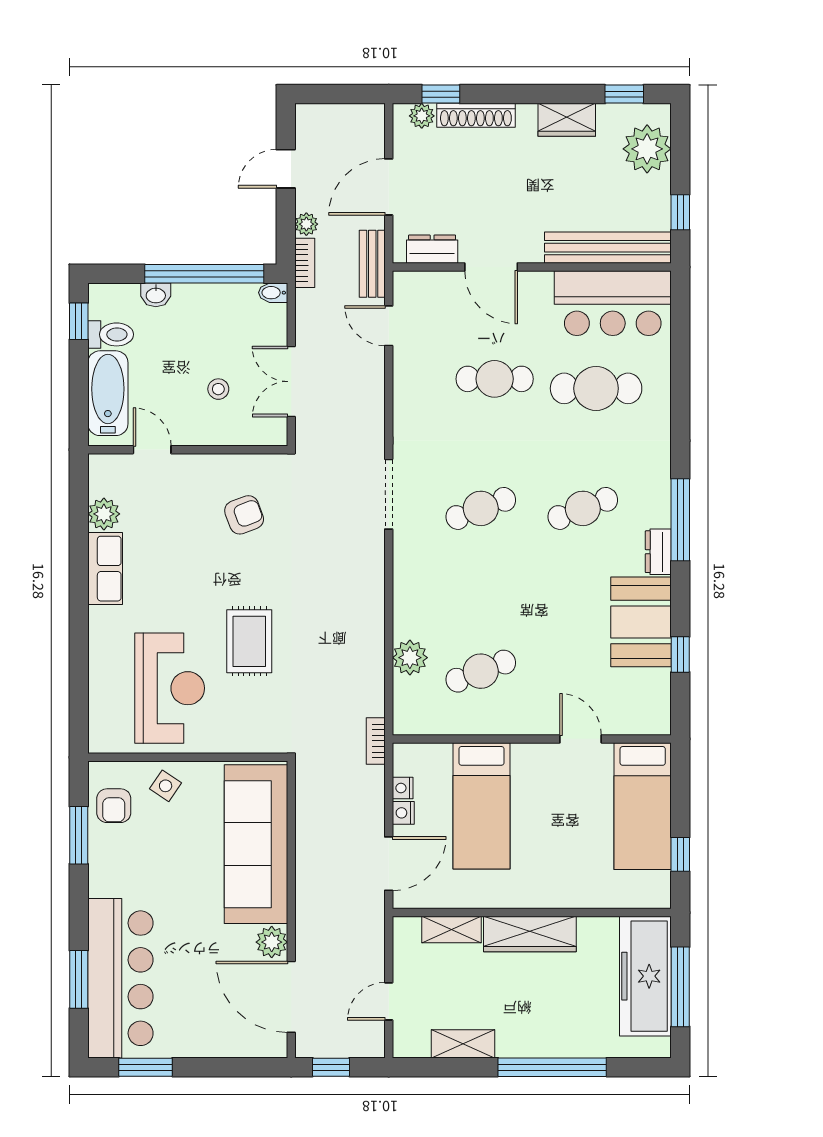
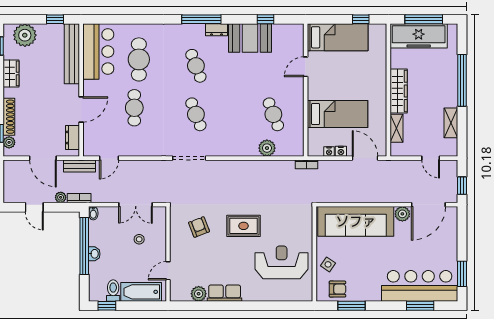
washbasin: (156, 295) -> (94, 254), moved
rug: (249, 641) -> (244, 226), moved

